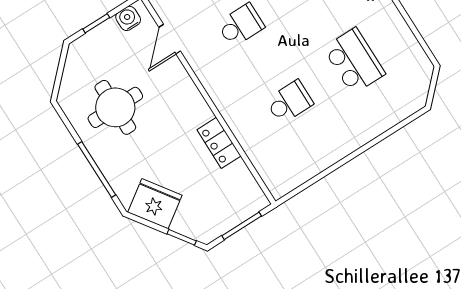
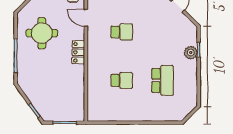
door: (170, 39) -> (86, 18), hinge flipped
locker: (219, 143) -> (78, 52), moved
fridge: (155, 204) -> (32, 88), removed

